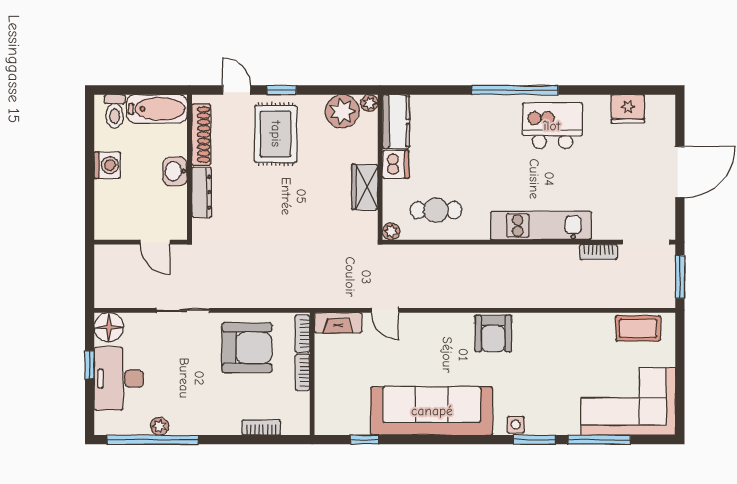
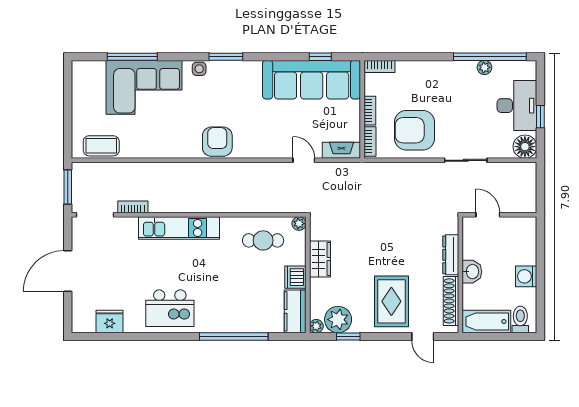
window: (282, 90) -> (348, 337), moved
window: (515, 90) -> (234, 337), moved
corner sofa: (628, 401) -> (144, 87), moved
sofa: (432, 411) -> (312, 80), moved
bookcase: (261, 427) -> (380, 66), moved
window: (535, 440) -> (226, 57), moved

